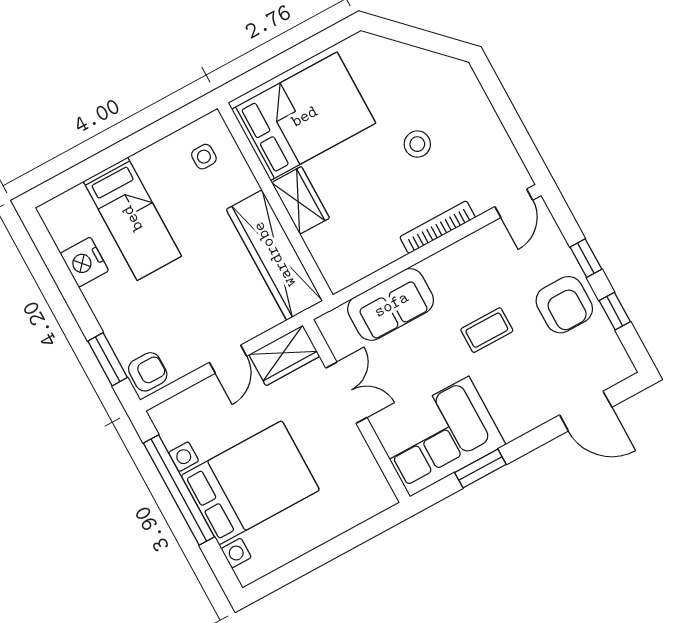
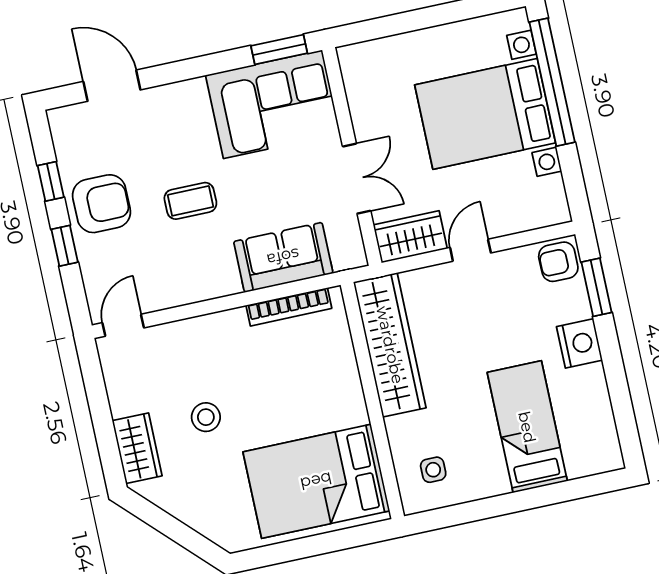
wardrobe: (301, 200) -> (137, 448), moved, turned 180
bookcase: (438, 227) -> (289, 307), moved
nightstand: (84, 262) -> (579, 343), moved
armchair: (564, 305) -> (102, 204), turned 90
double door: (346, 393) -> (357, 179), swing flipped
window: (480, 468) -> (279, 50), moved
window: (179, 490) -> (552, 82), moved

